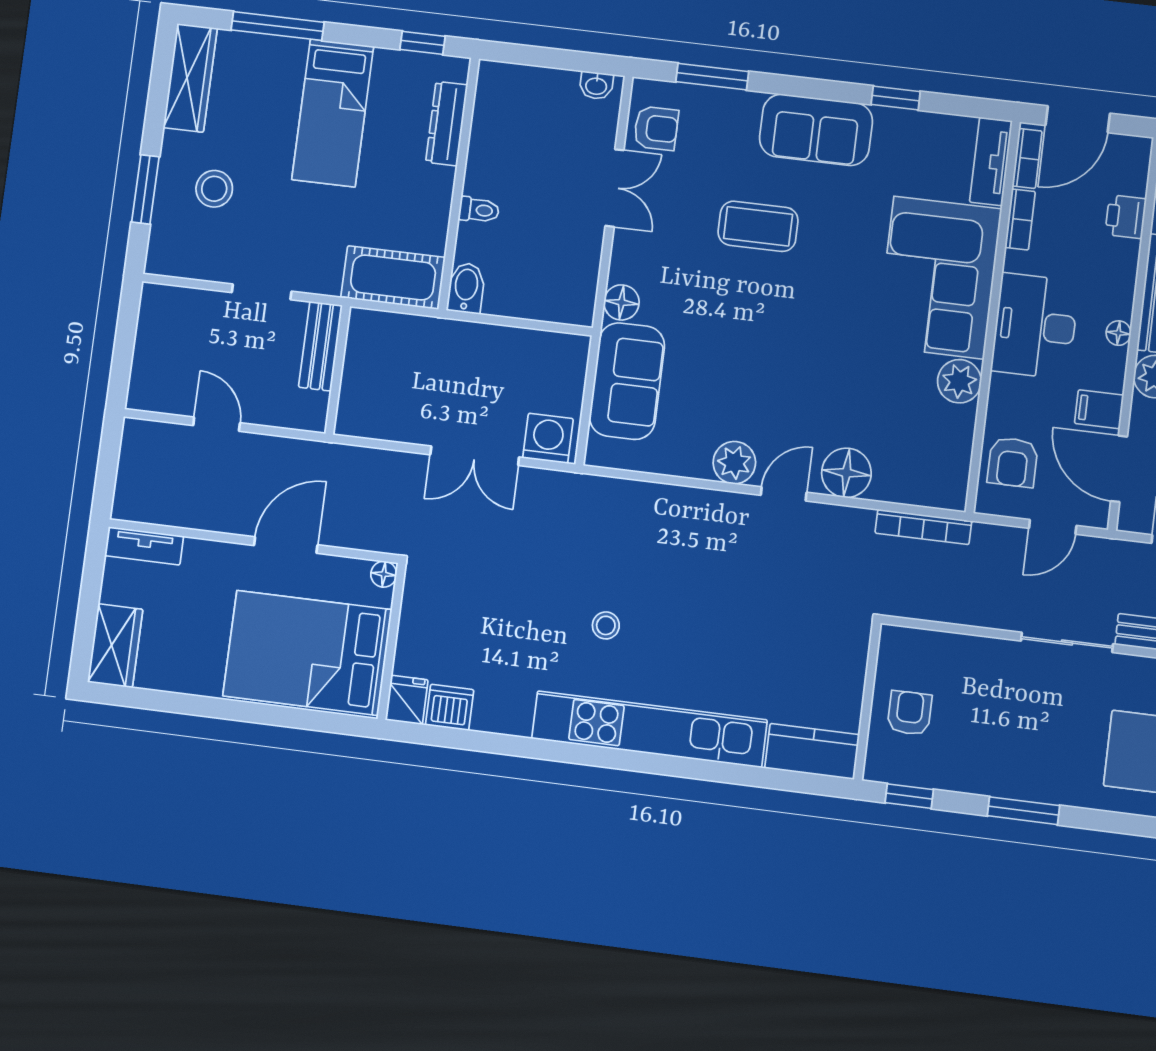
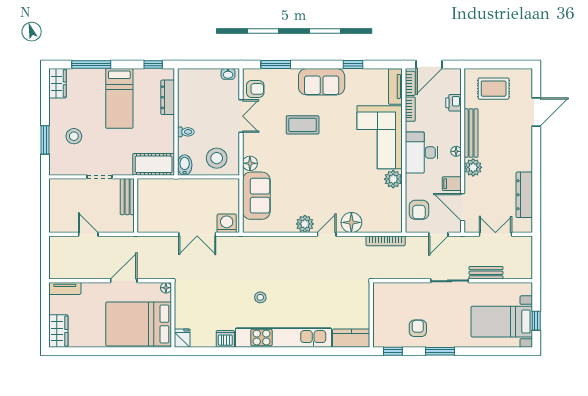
wardrobe: (190, 78) -> (57, 83), width x0.67
stool: (544, 281) -> (217, 158), added
dishwasher: (450, 707) -> (225, 339), moved
armchair: (910, 713) -> (418, 328), moved

